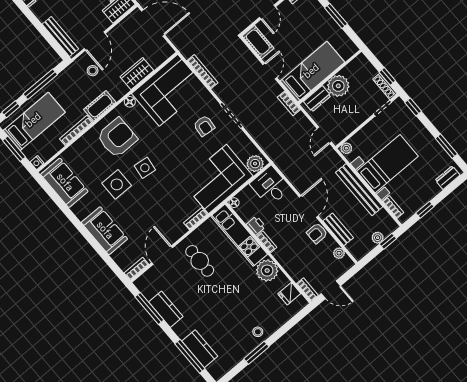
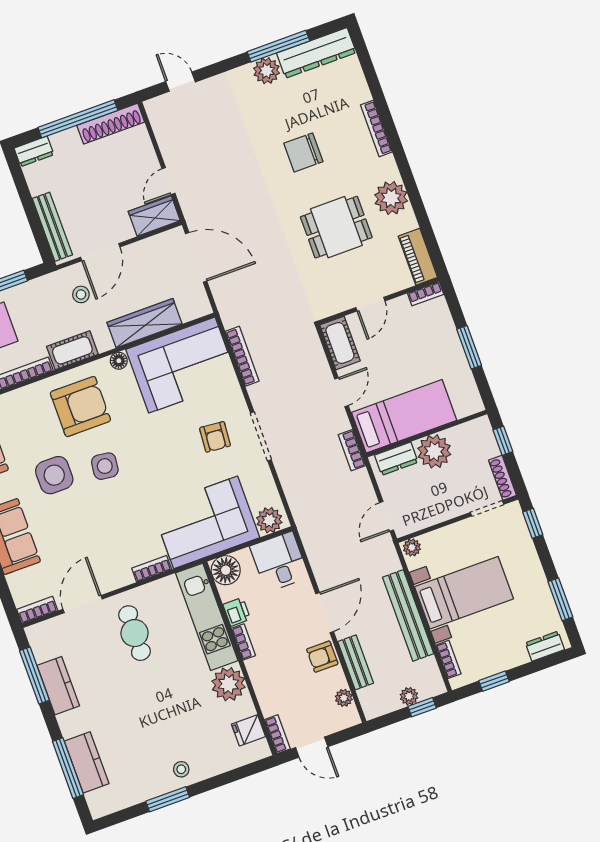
wardrobe: (137, 74) -> (145, 323), width x1.50
window: (387, 76) -> (503, 441), moved
floor lamp: (234, 203) -> (226, 570), width x1.89, depth x1.89

